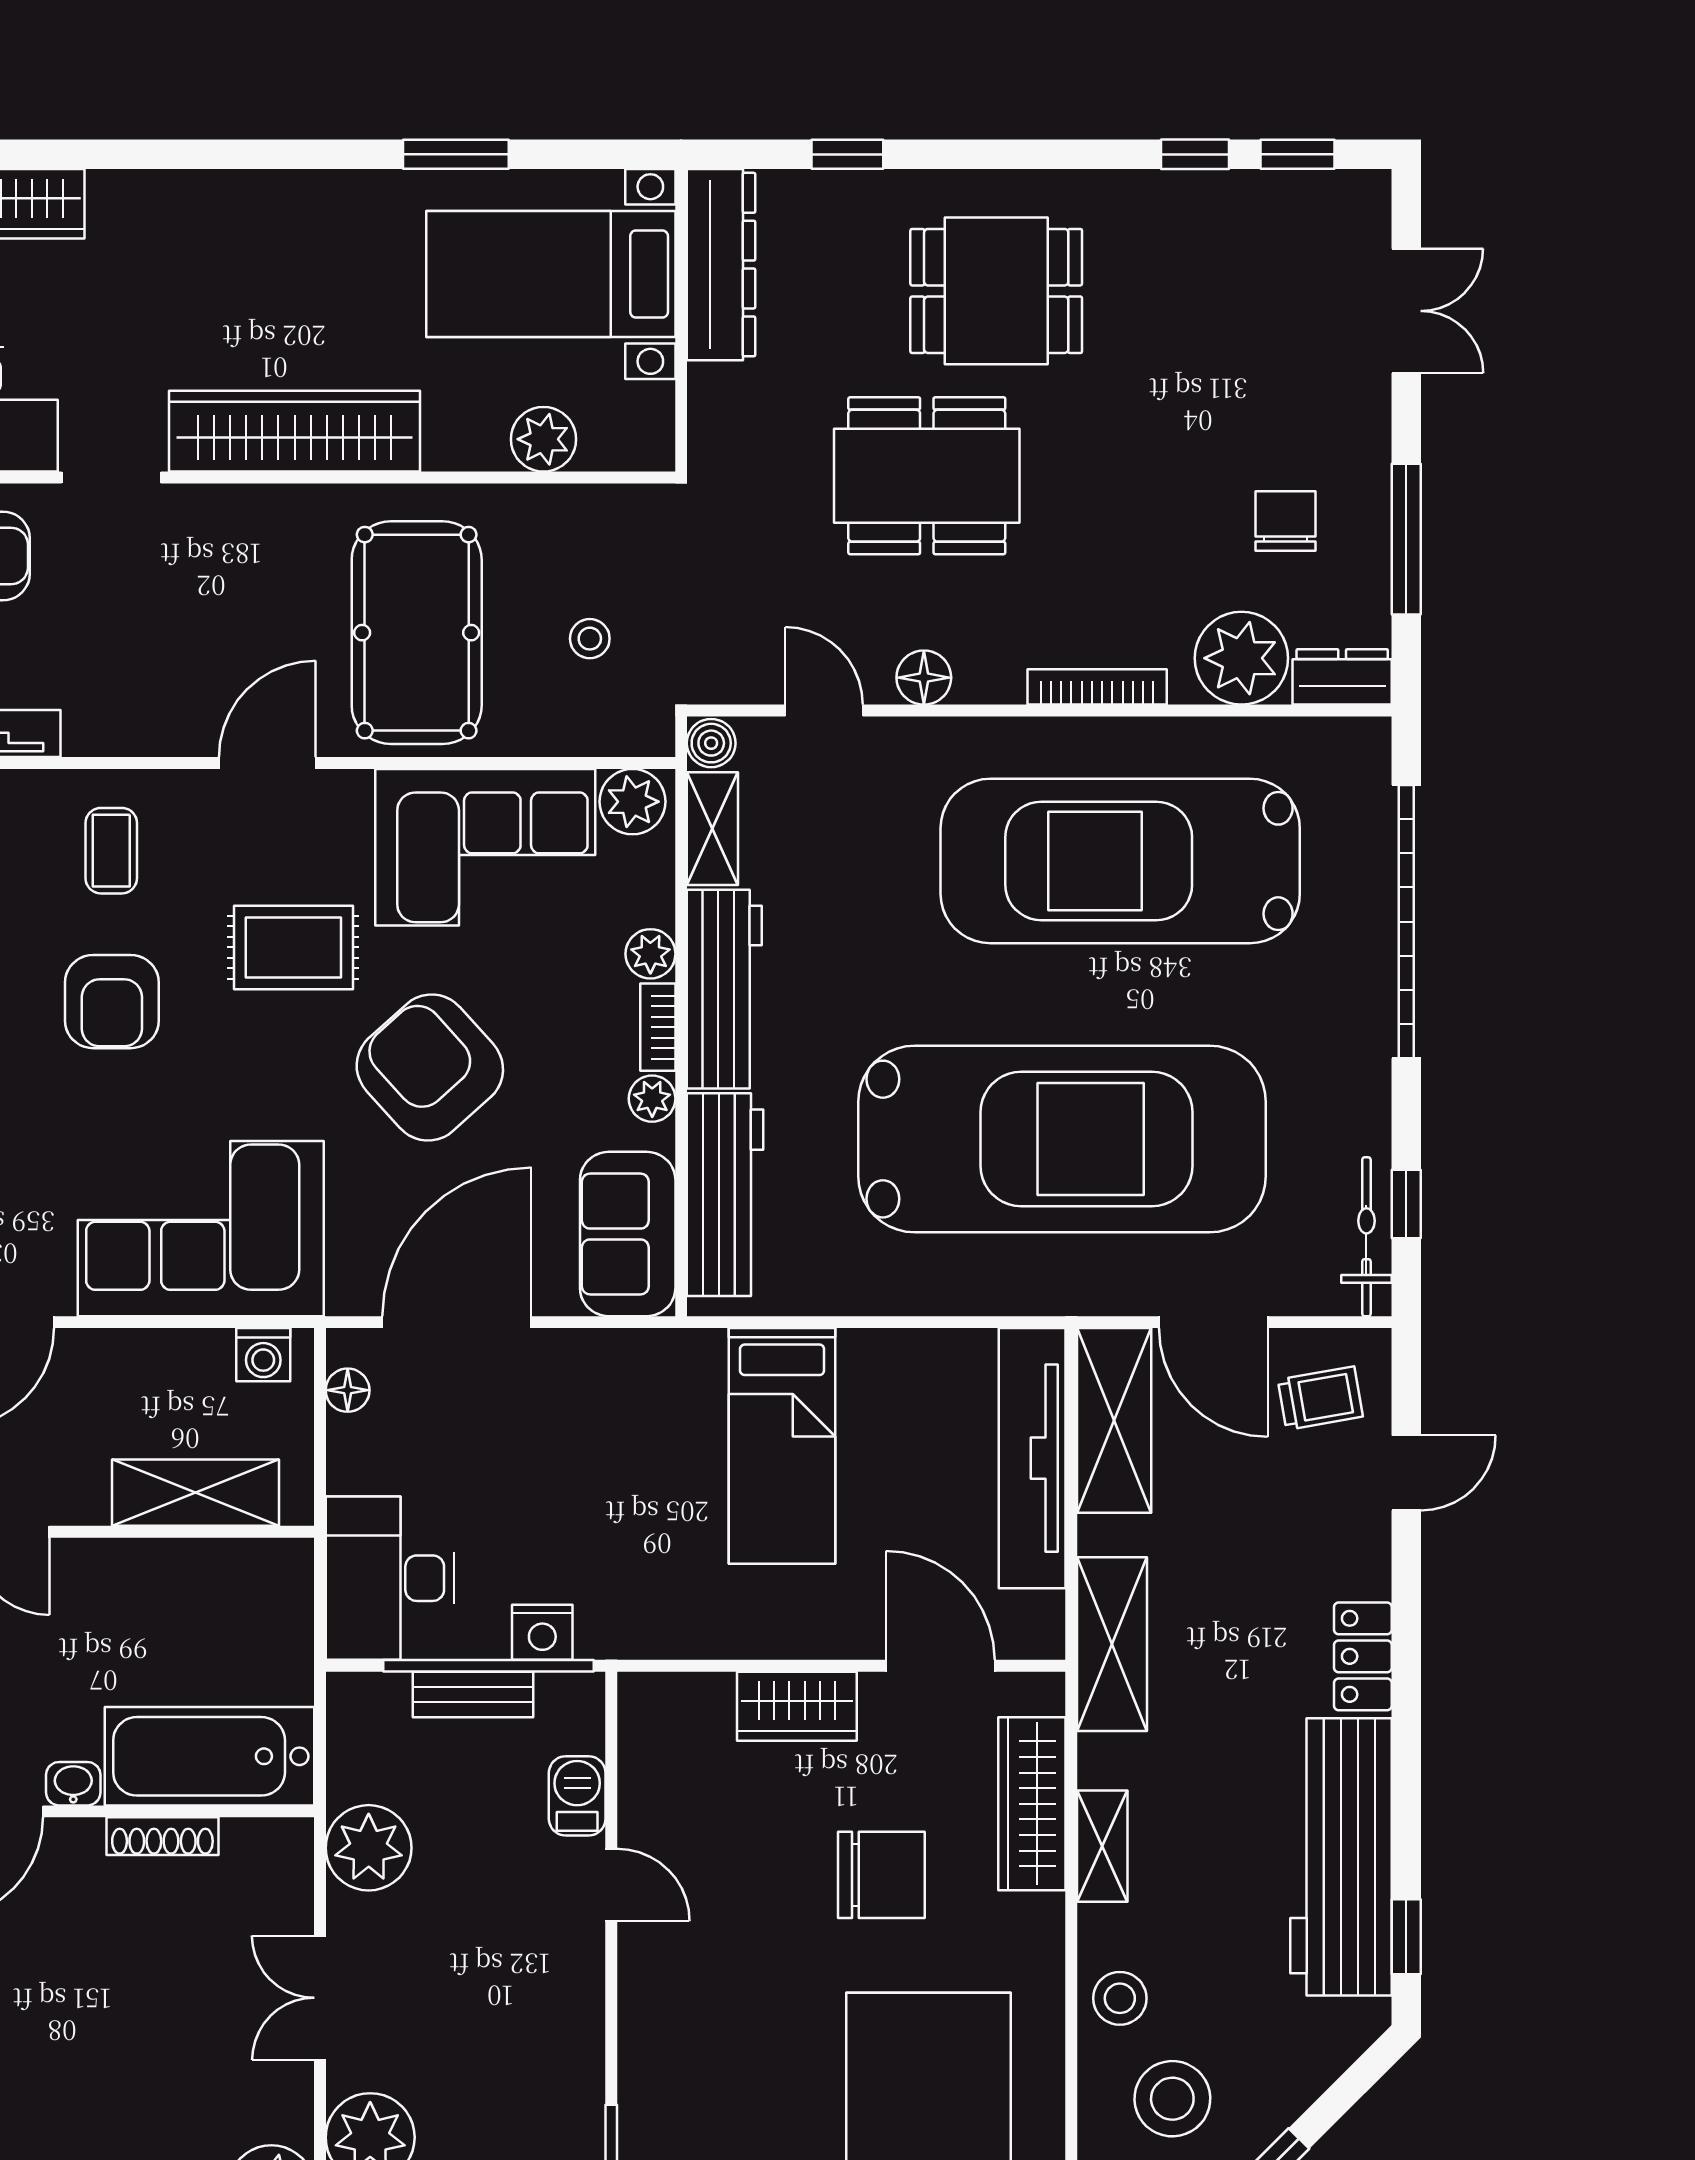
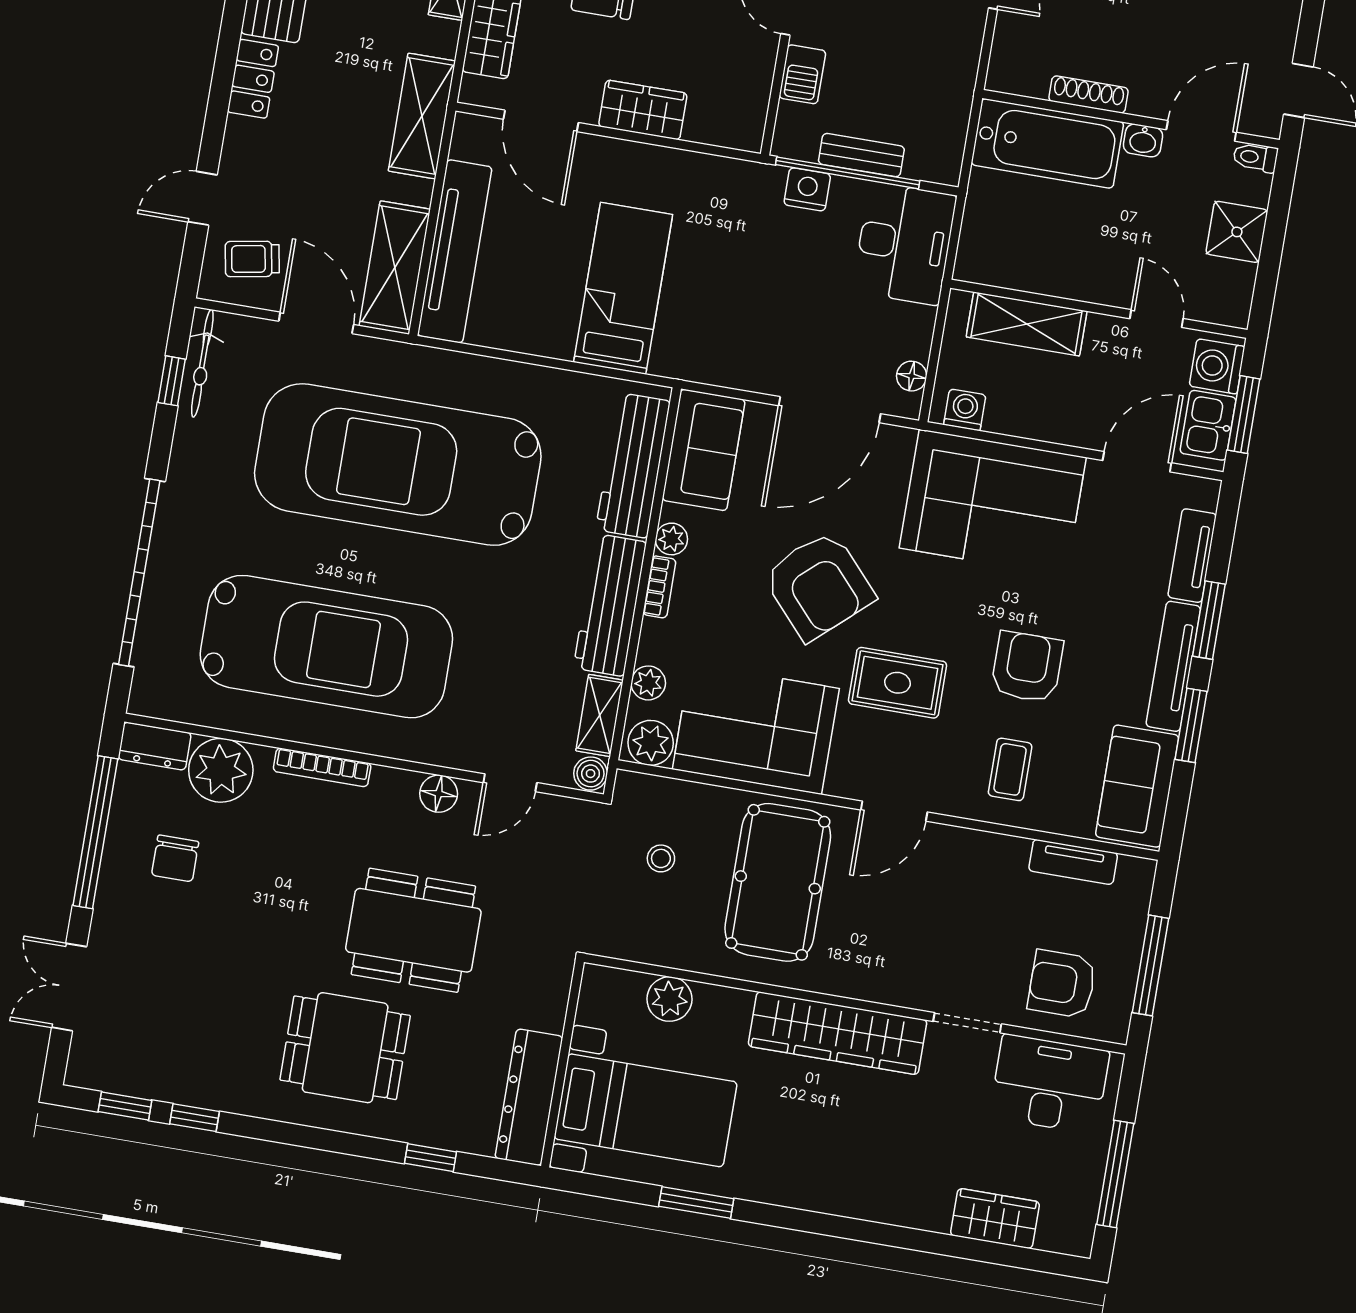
window: (1406, 539) -> (95, 832), width x1.46
door: (824, 711) -> (510, 783), hinge flipped
plant: (650, 954) -> (648, 683), moved
plant: (369, 1848) -> (950, 63), removed

